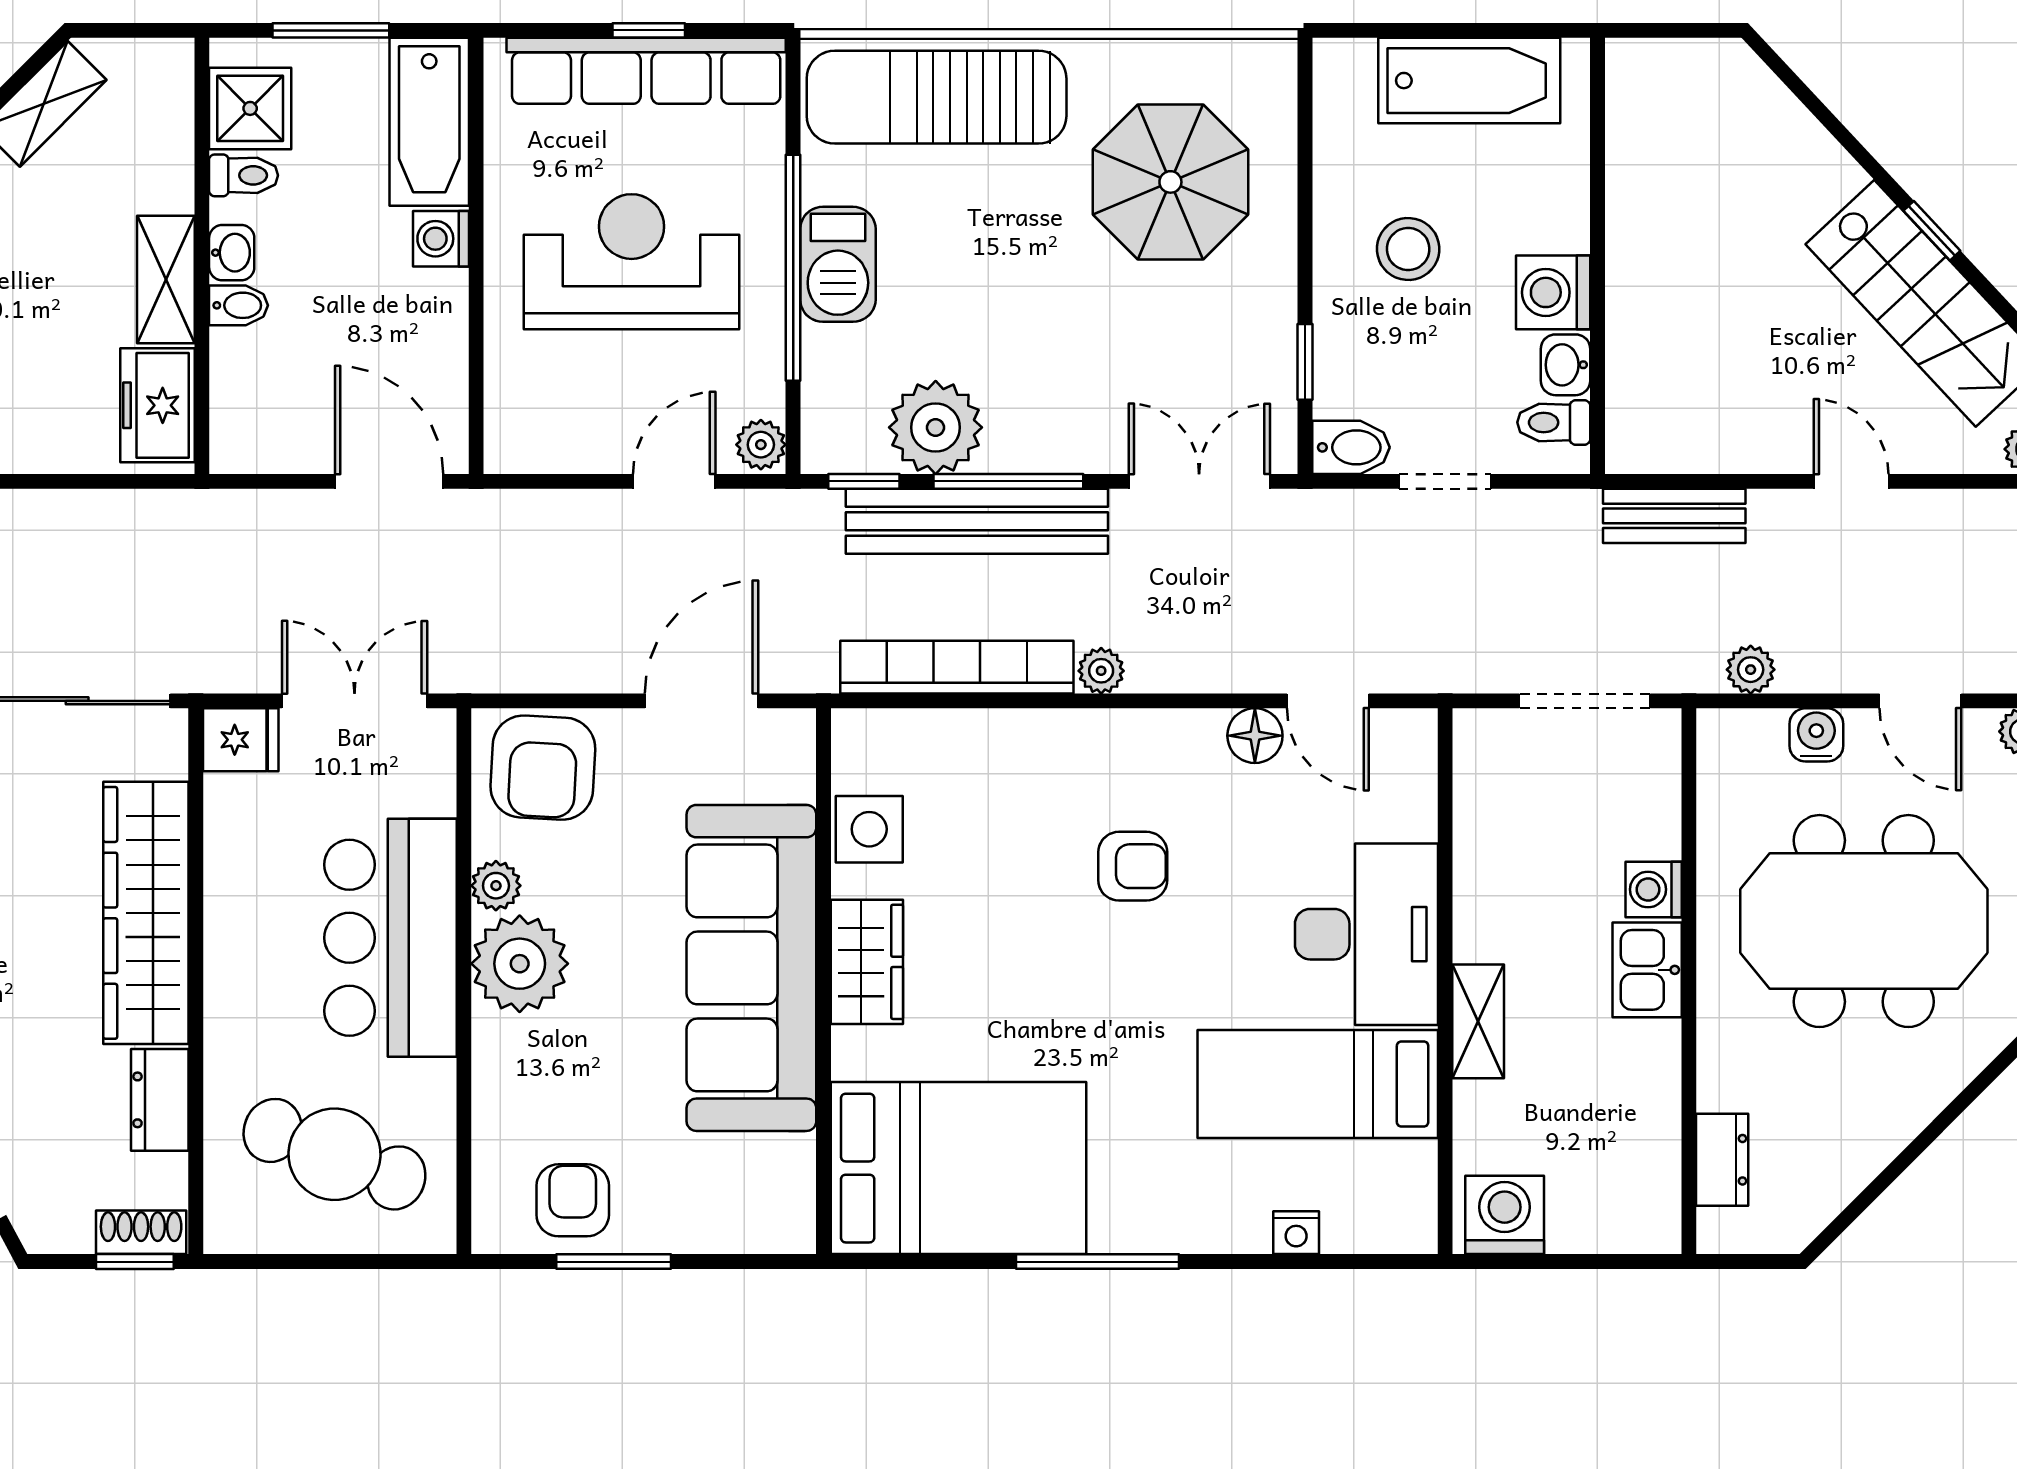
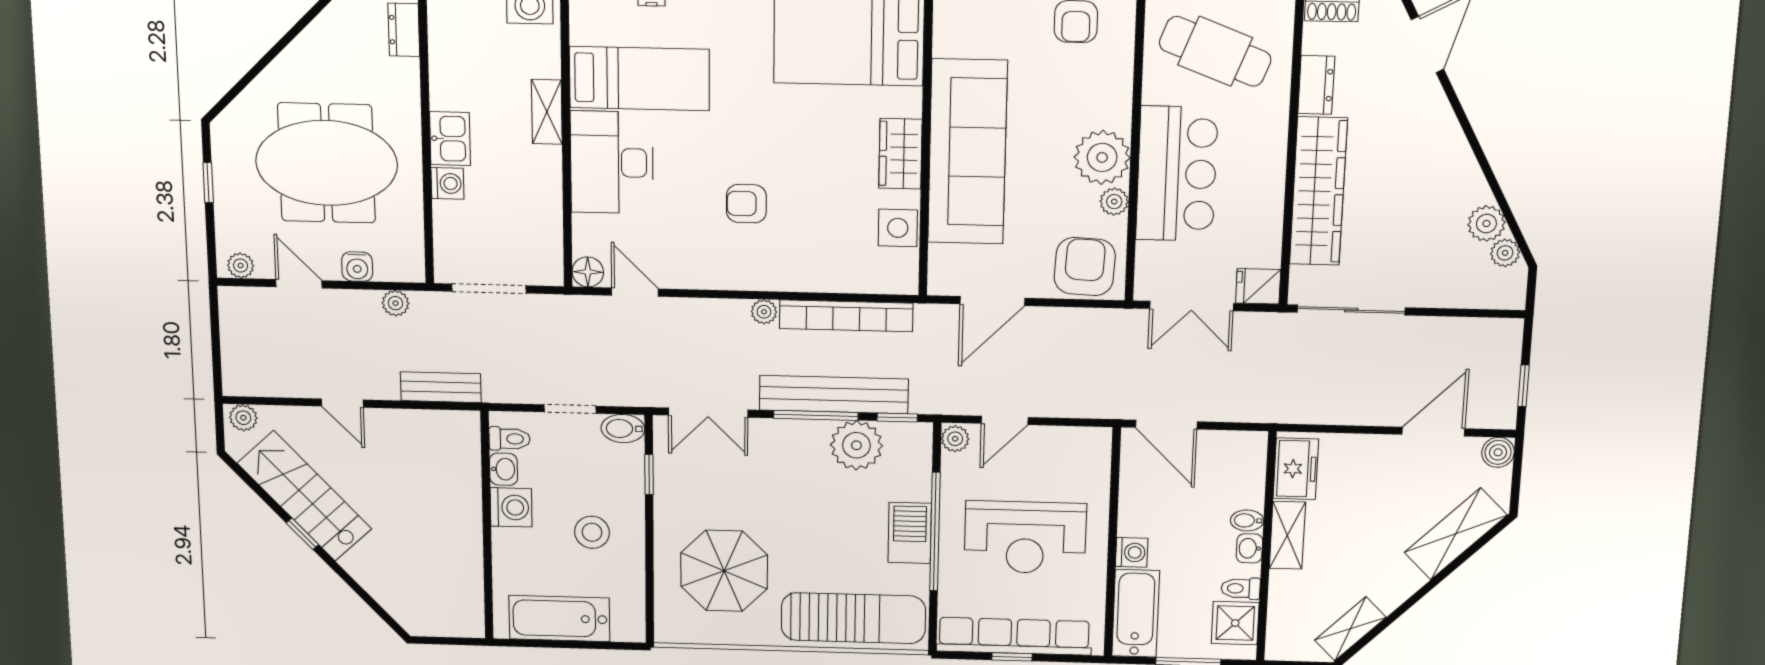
floor lamp: (1255, 736) -> (588, 272), moved

